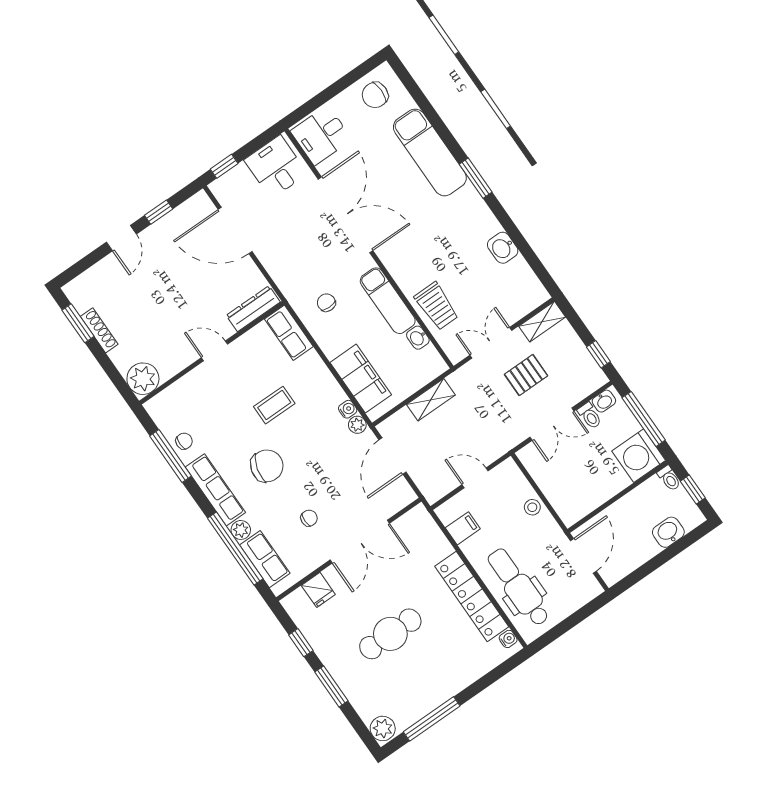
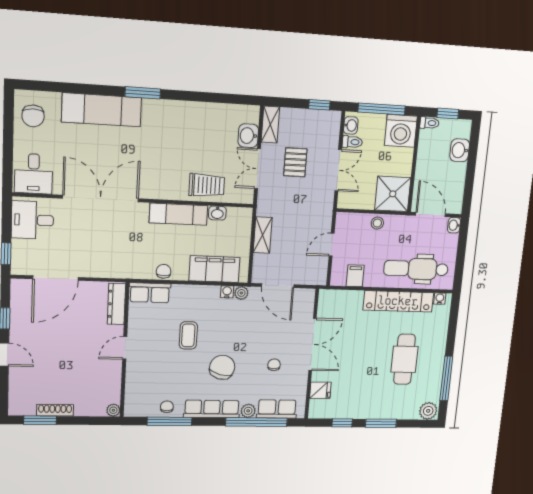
washbasin: (503, 248) -> (248, 136), moved, turned 90
chair: (326, 303) -> (164, 271), moved, turned 90
plant: (143, 379) -> (113, 410), width x0.53, depth x0.53
shower: (573, 499) -> (393, 194), added
washbasin: (592, 590) -> (454, 225), added
cafe table: (390, 634) -> (404, 359), moved

